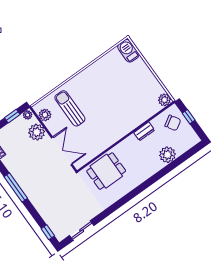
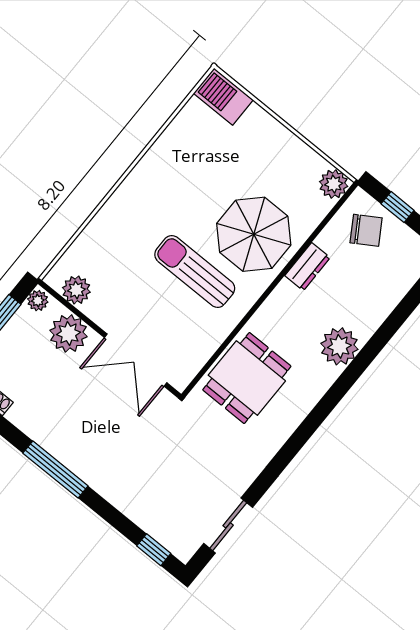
sun lounger: (70, 108) -> (195, 271), moved
parasol: (125, 112) -> (254, 234), added
double door: (62, 151) -> (136, 360), swing flipped
plant: (167, 155) -> (339, 346), moved

